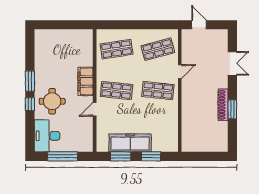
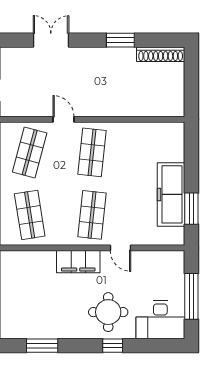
shop shelf: (158, 49) -> (30, 152), turned 30
window: (30, 81) -> (42, 346), moved
shoe rack: (223, 105) -> (161, 54), moved
window: (151, 156) -> (191, 163), removed

